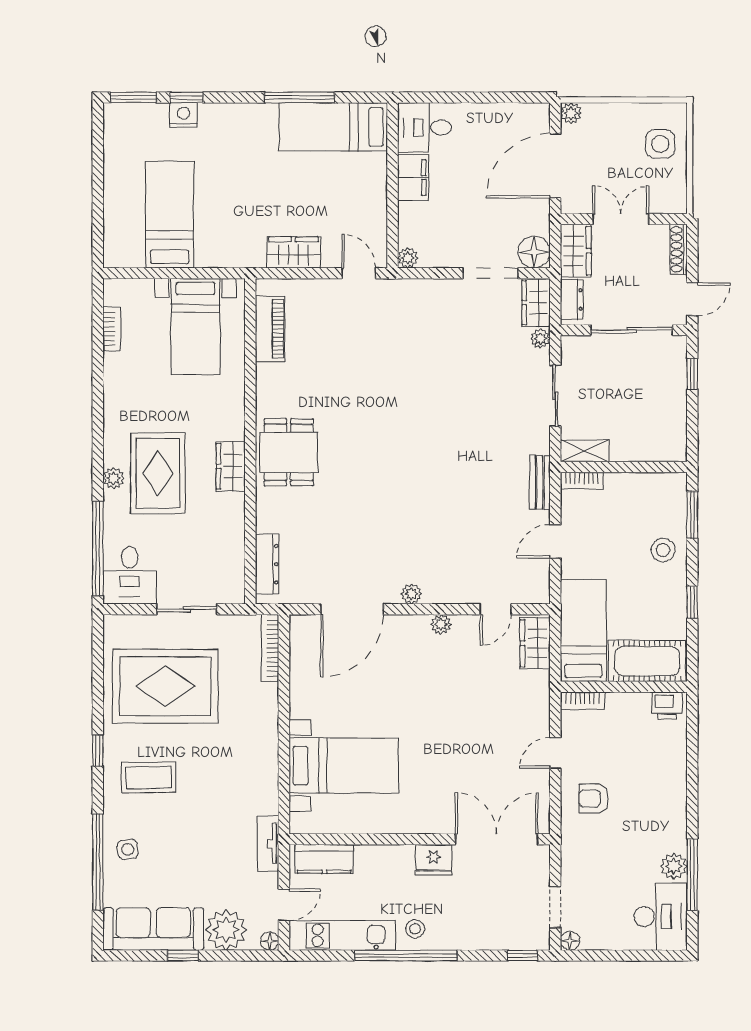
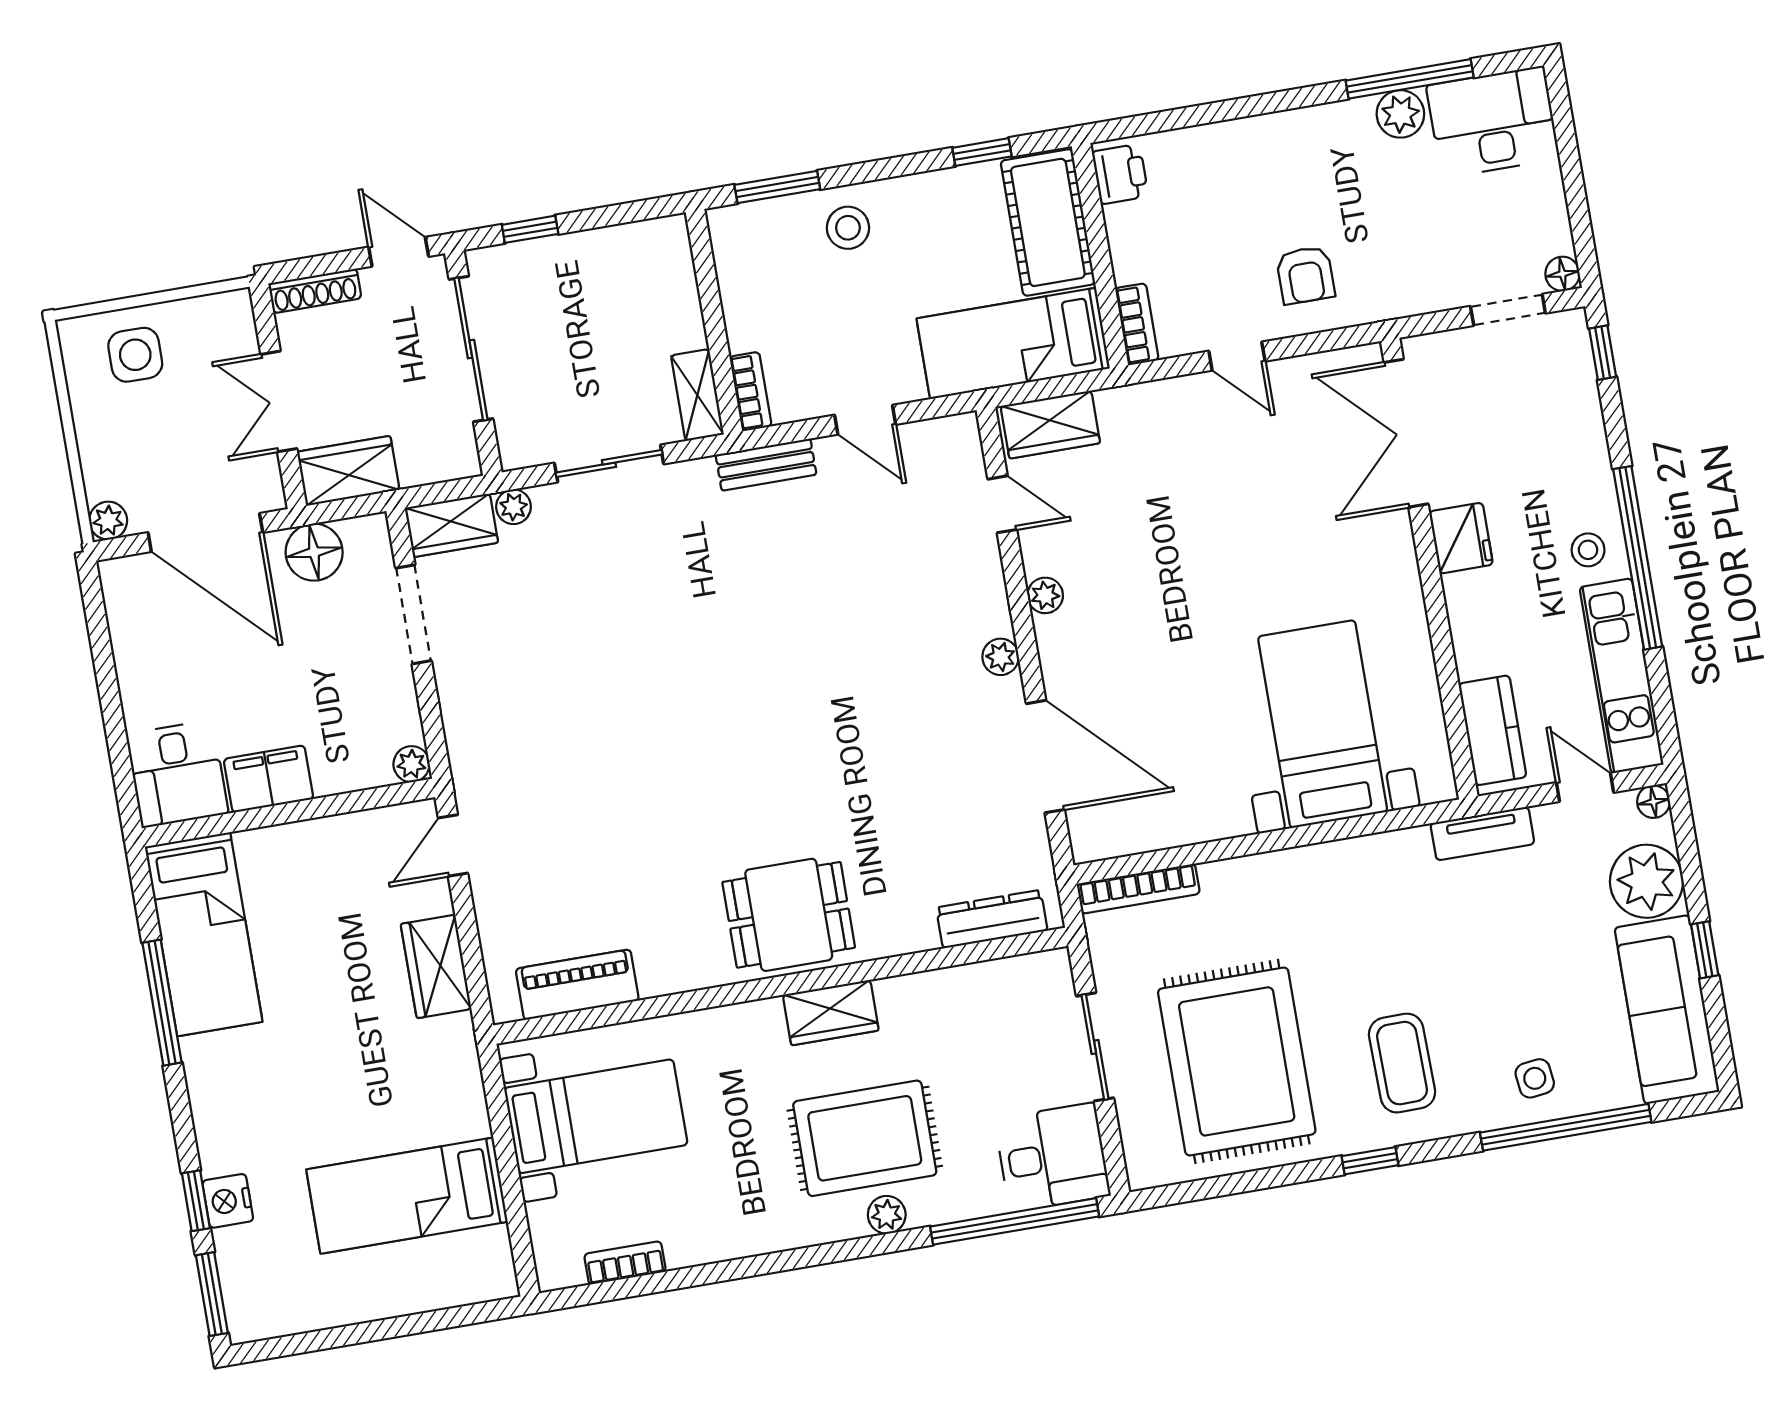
floor lamp: (534, 252) -> (314, 552), moved
dresser: (572, 299) -> (435, 463), removed
window: (692, 602) -> (982, 152), moved

